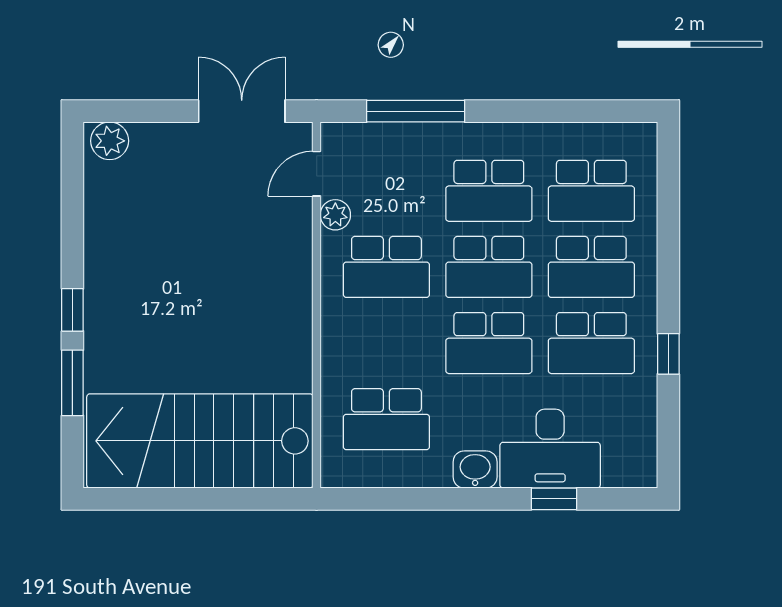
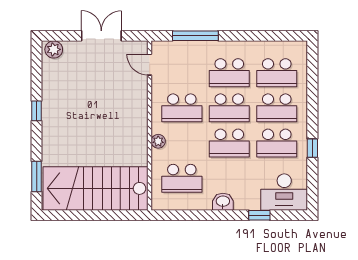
double door: (242, 111) -> (101, 36), moved
door: (317, 174) -> (150, 65), hinge flipped
plant: (335, 215) -> (158, 141), moved
window: (72, 310) -> (37, 111), moved
window: (72, 383) -> (37, 177), moved
desk: (550, 449) -> (284, 192), moved

